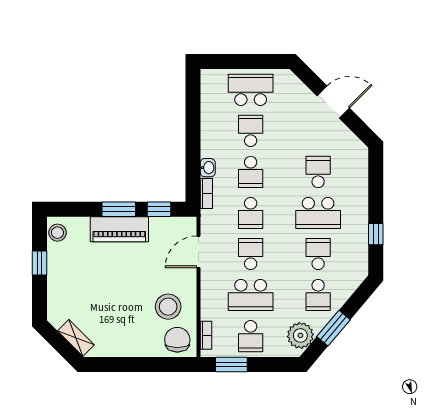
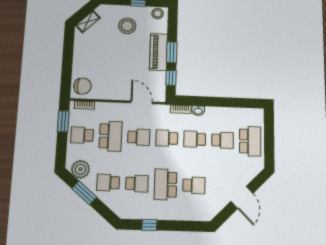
school desk: (251, 295) -> (110, 136), turned 180
stool: (168, 307) -> (127, 26), moved

